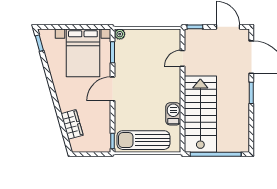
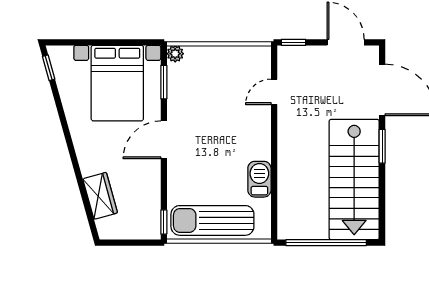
stairs: (200, 114) -> (354, 180), moved, turned 180

